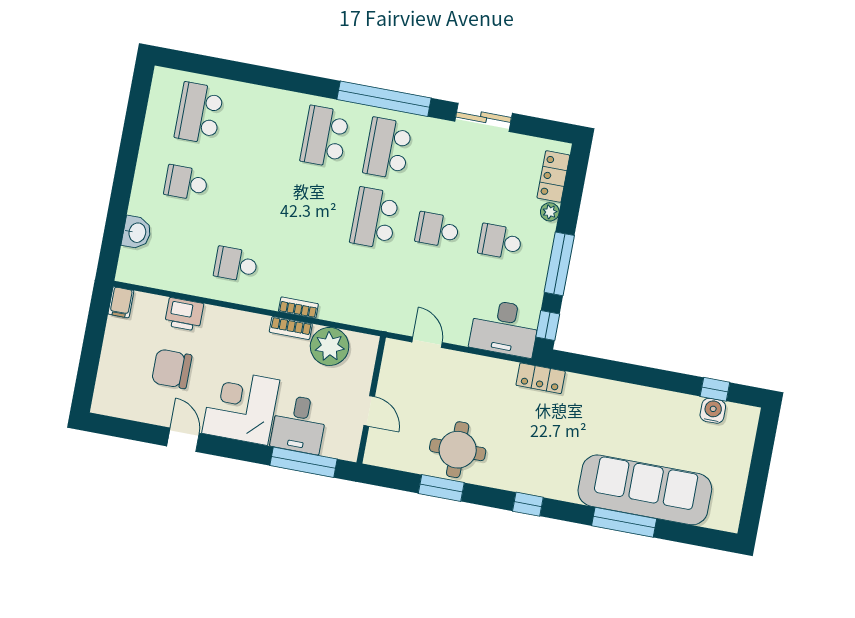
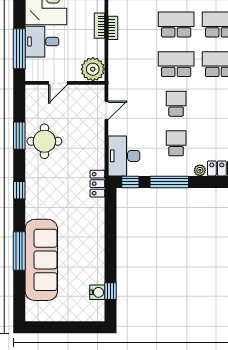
school desk: (312, 206) -> (176, 24), added
plant: (330, 346) -> (93, 69), moved

